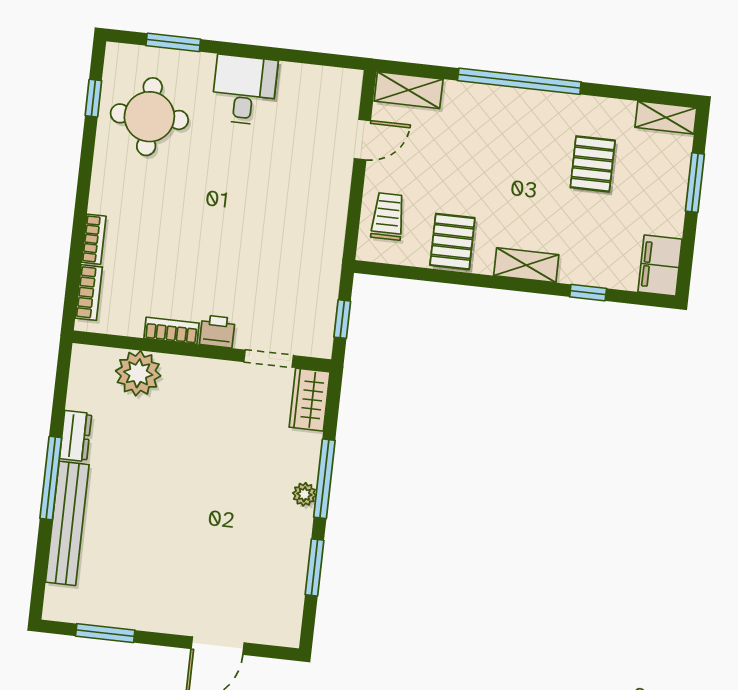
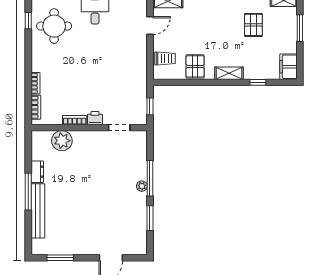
trolley: (388, 216) -> (165, 58), turned 90
wardrobe: (310, 400) -> (139, 144), removed

